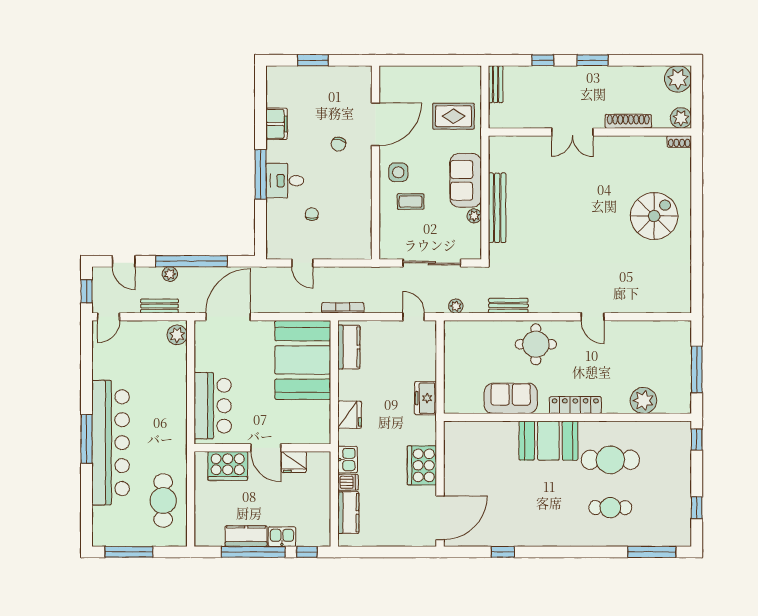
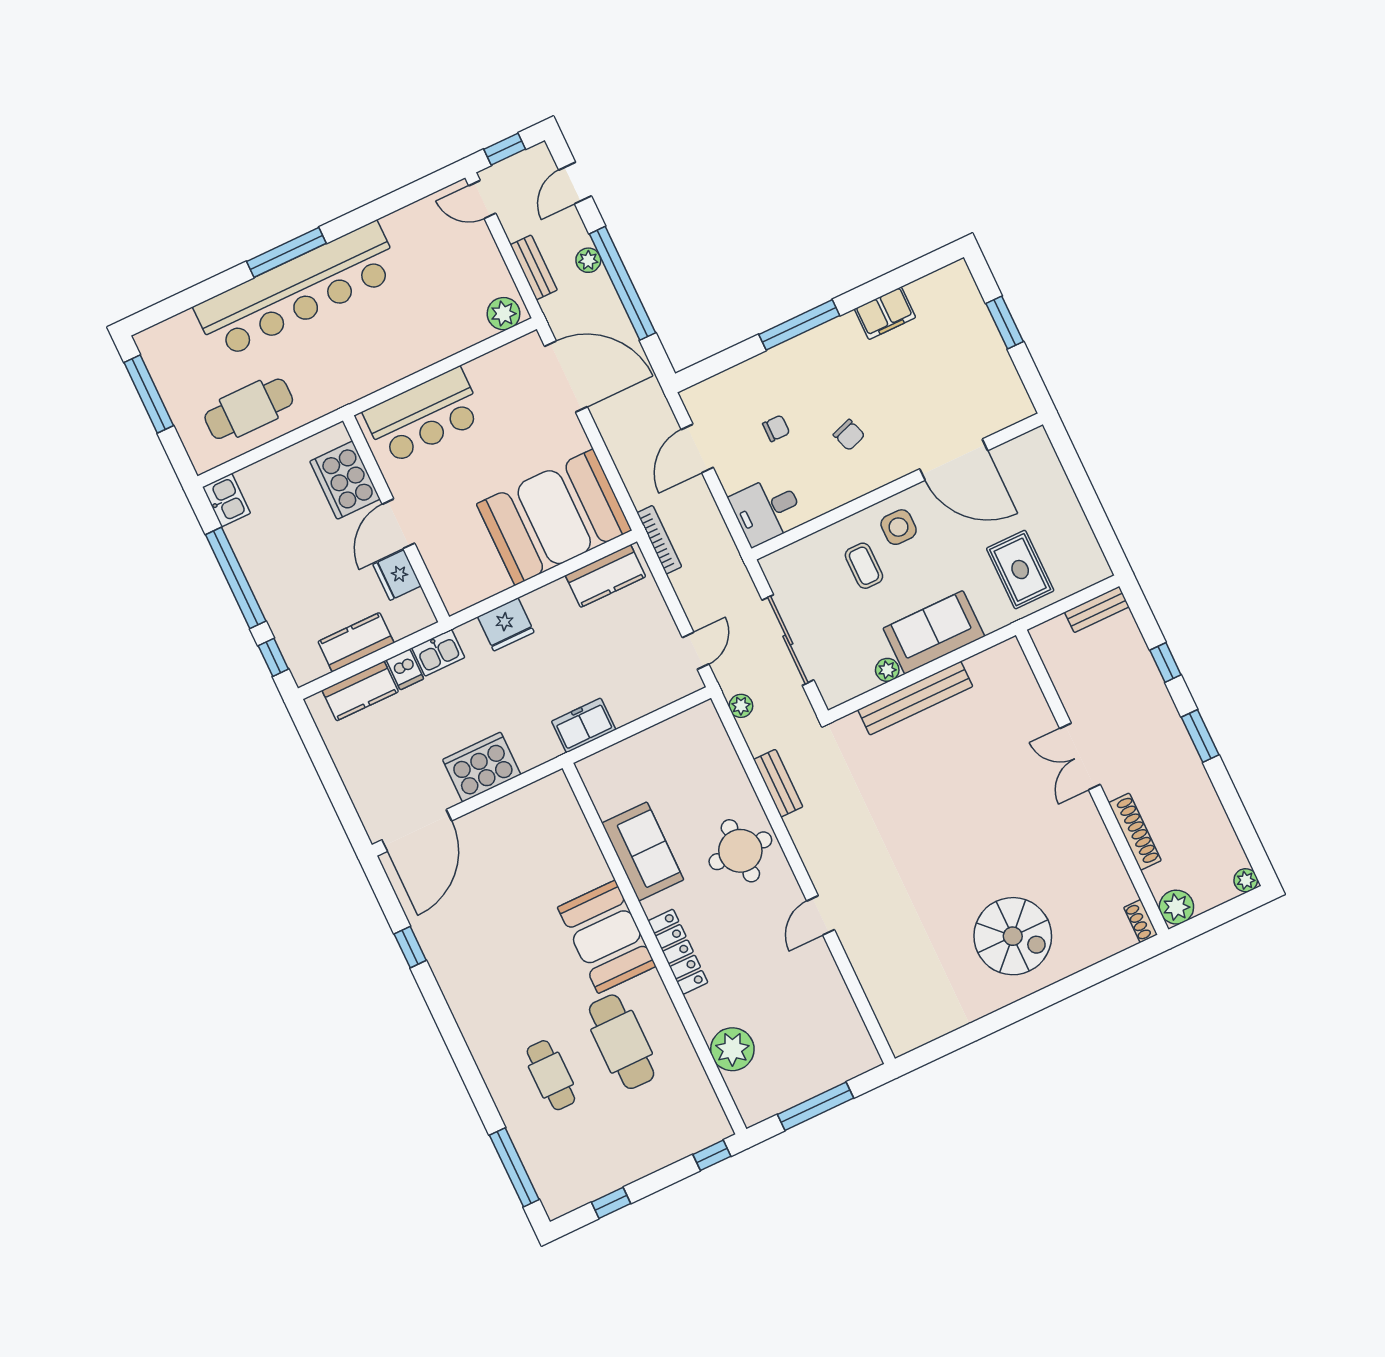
plant: (678, 79) -> (1246, 880), width x0.53, depth x0.53
chair: (338, 144) -> (849, 435), moved, turned -125
desk: (285, 181) -> (767, 510), moved, turned -90
door: (302, 263) -> (697, 448), width x1.38
door: (440, 518) -> (417, 830), hinge flipped
kitchen counter: (246, 536) -> (356, 642), moved, turned -90
kitchen sink: (282, 537) -> (227, 500), moved

